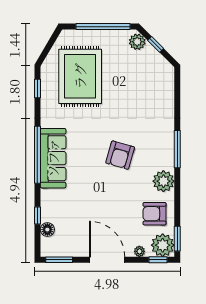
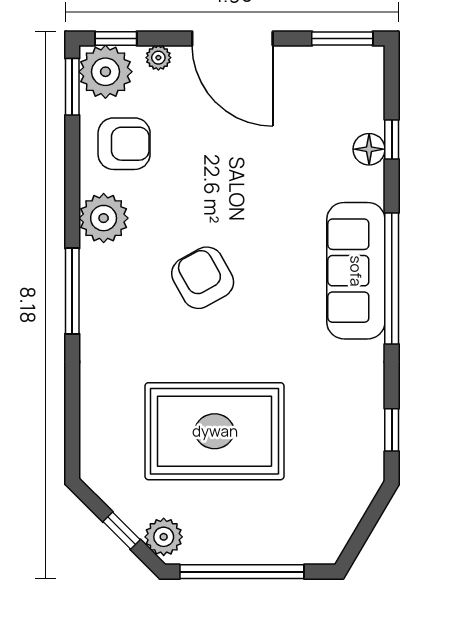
rug: (80, 76) -> (215, 431), moved, turned 90
armchair: (120, 155) -> (203, 278), turned -45
floor lamp: (47, 230) -> (369, 149), moved

